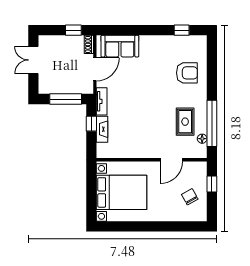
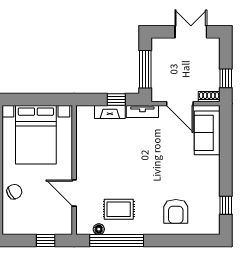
chair: (190, 197) -> (14, 192), moved

